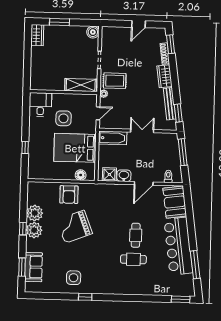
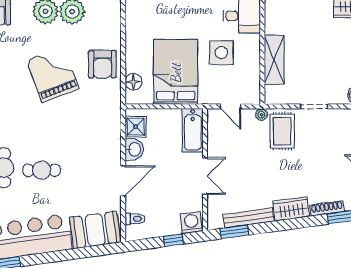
shelving: (81, 85) -> (274, 60), moved
washing machine: (172, 140) -> (191, 223), added
window: (183, 152) -> (173, 240), width x0.46
door: (144, 183) -> (123, 181), swing flipped
armchair: (69, 195) -> (102, 64), turned -90

